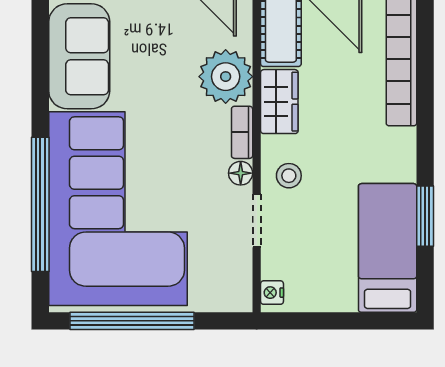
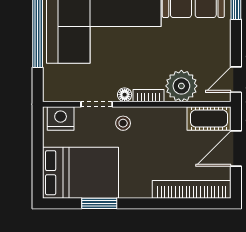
wardrobe: (279, 102) -> (167, 118), removed
bed: (388, 248) -> (81, 173), width x1.50
nightstand: (272, 293) -> (61, 118), width x1.89, depth x1.79

